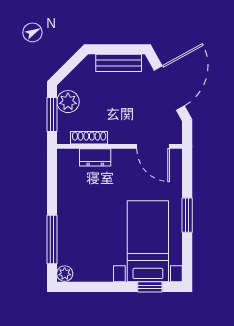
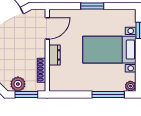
dresser: (95, 157) -> (54, 55), moved
bed with nightstands: (148, 241) -> (109, 50), moved

